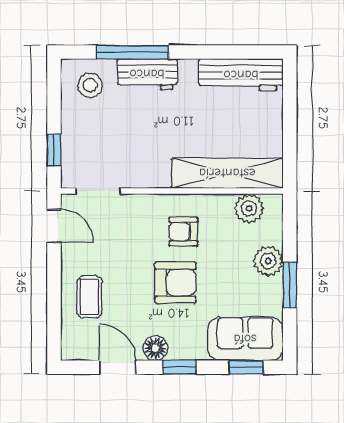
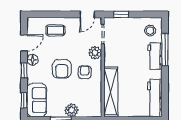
plant: (249, 208) -> (95, 53), moved

